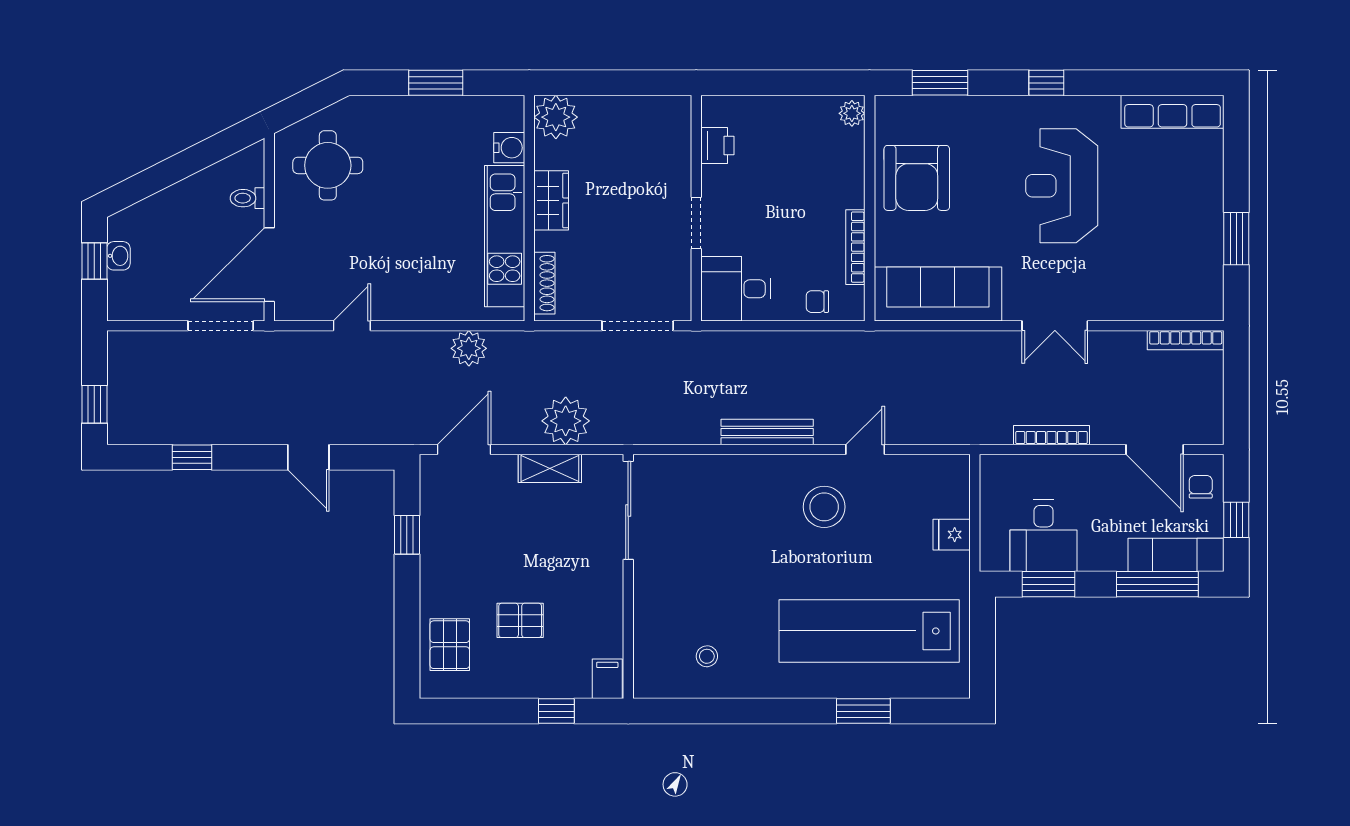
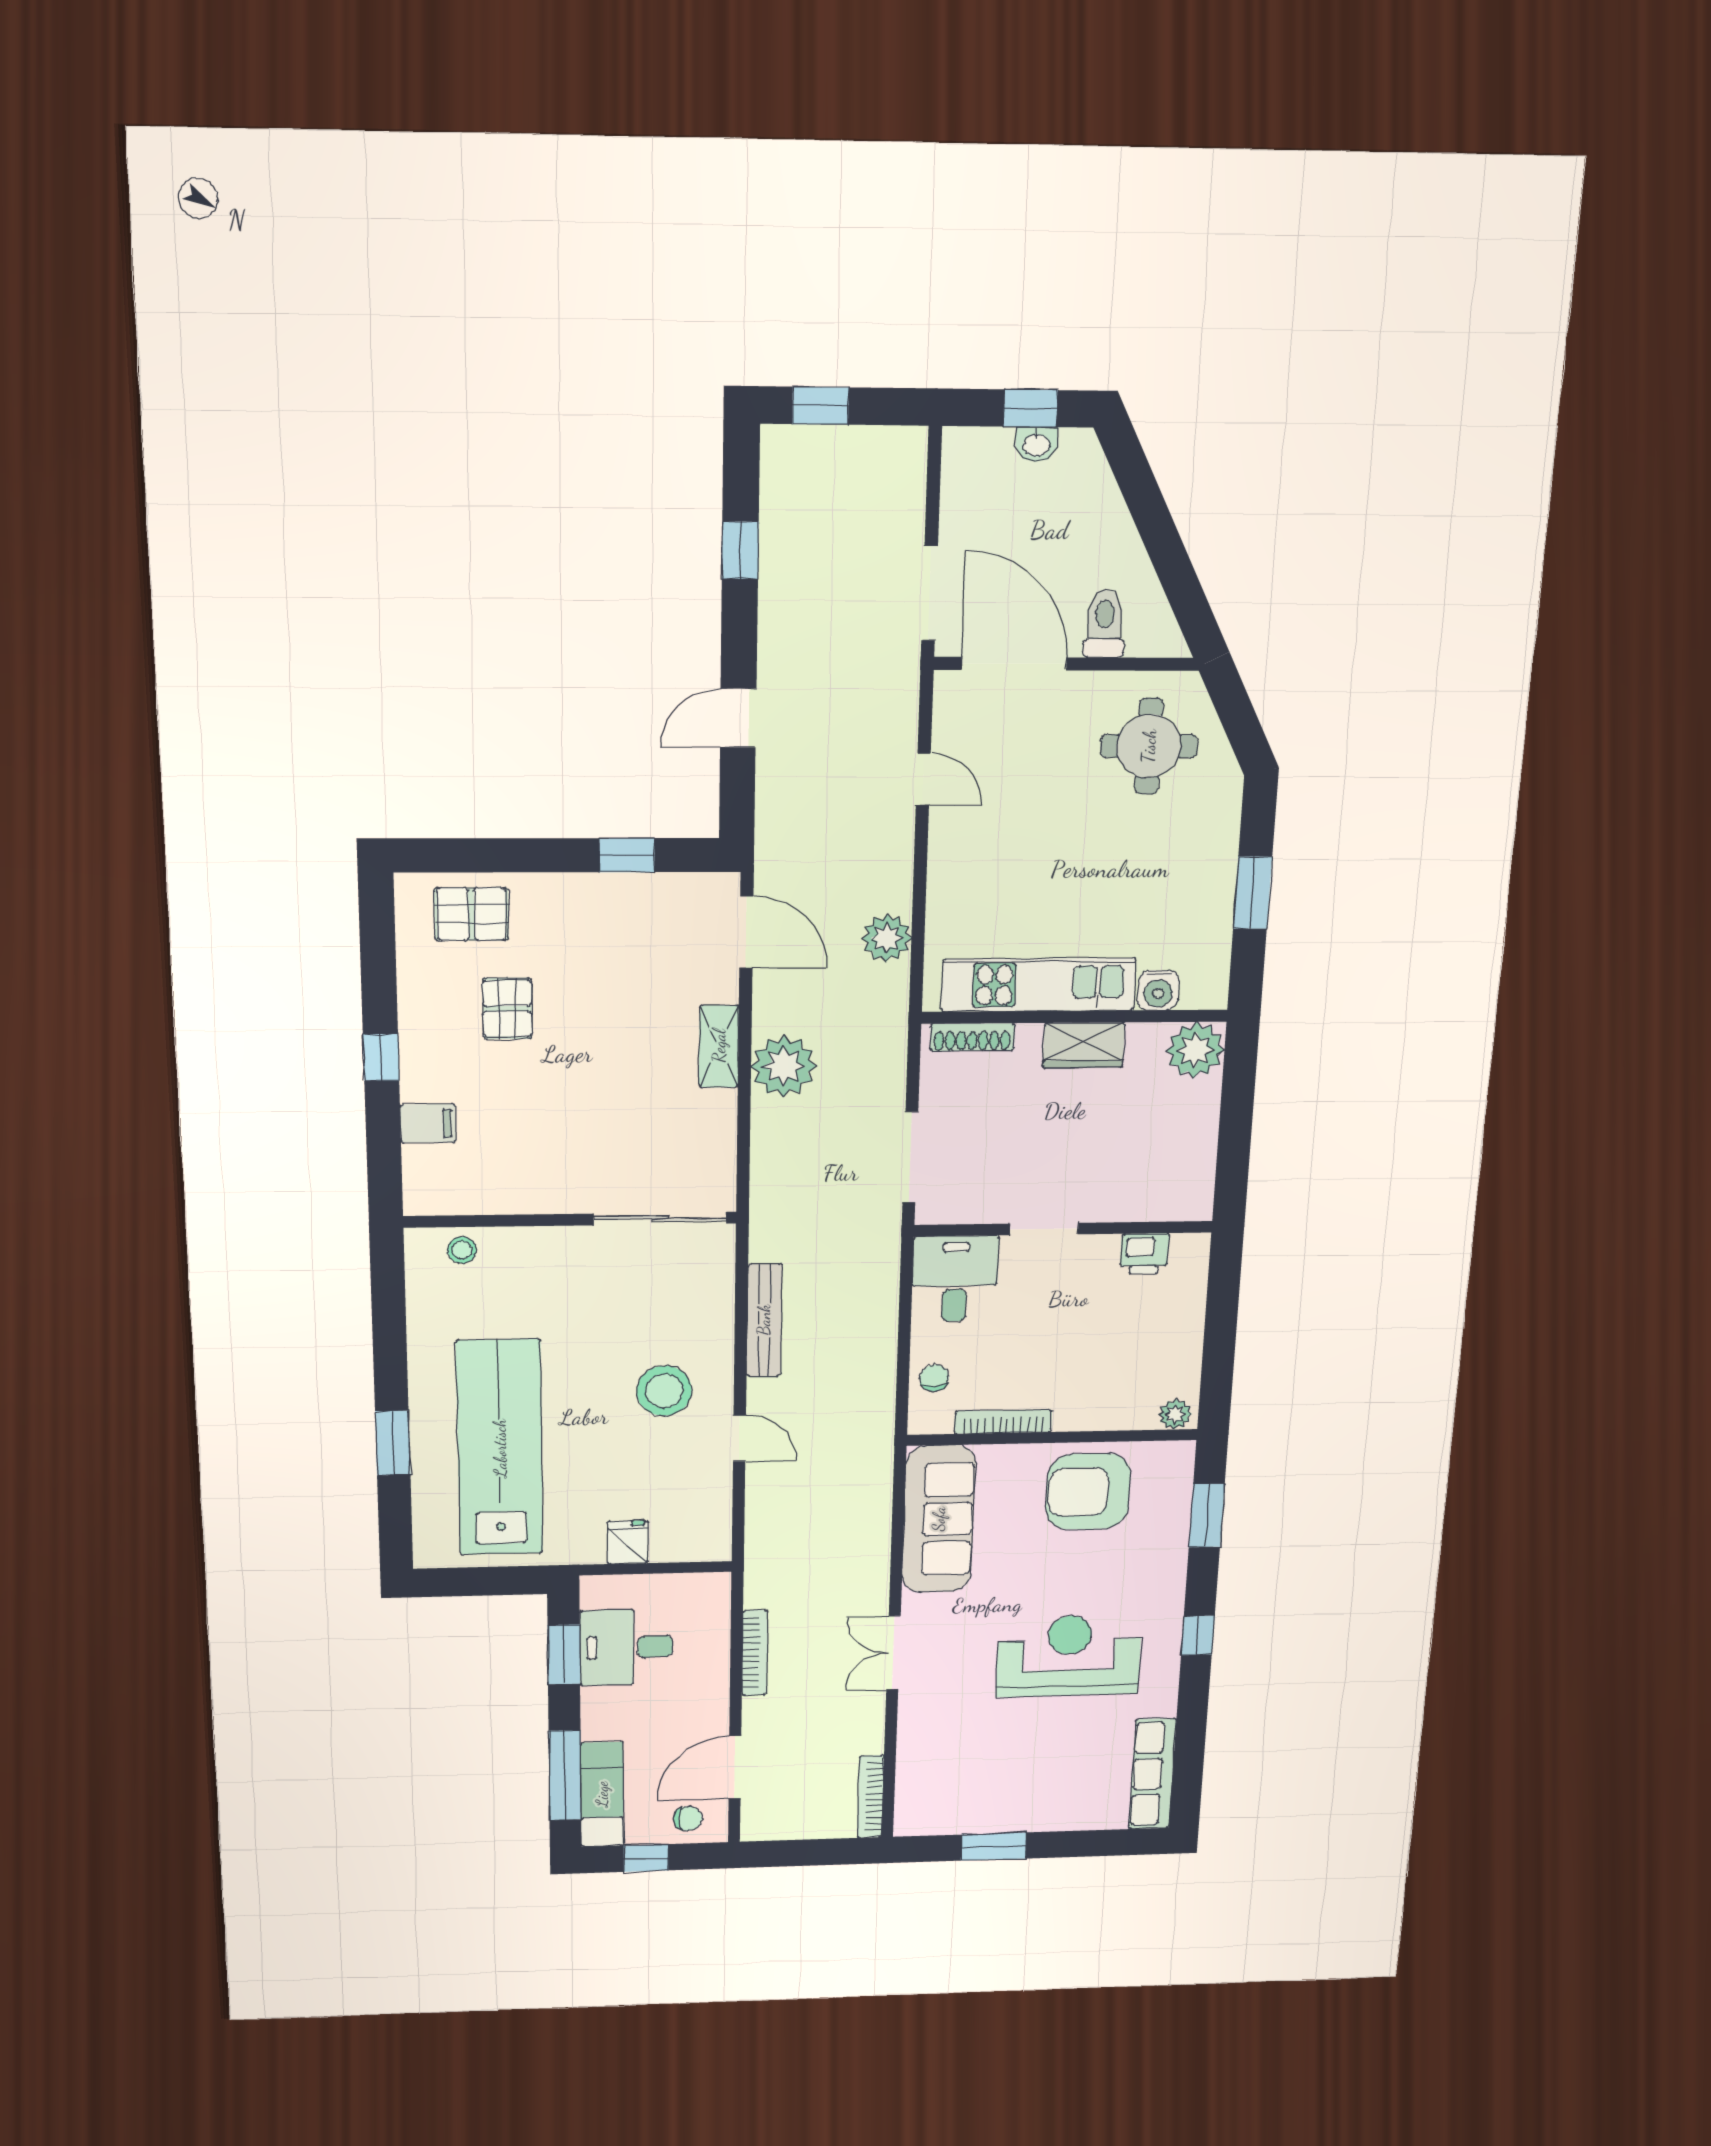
toilet: (247, 198) -> (1105, 624), width x1.37, depth x1.39
sliding door: (628, 510) -> (660, 1219), moved
wall: (628, 576) -> (571, 1220), moved

